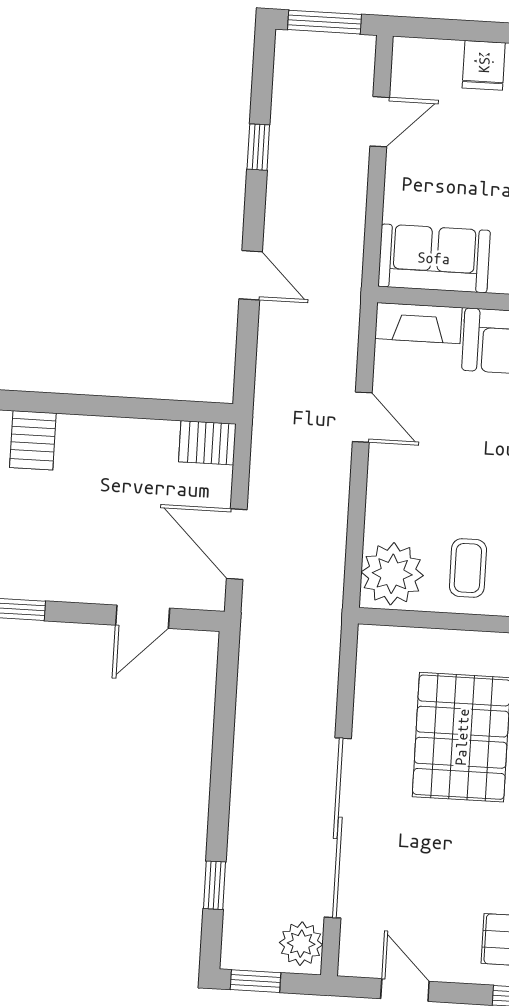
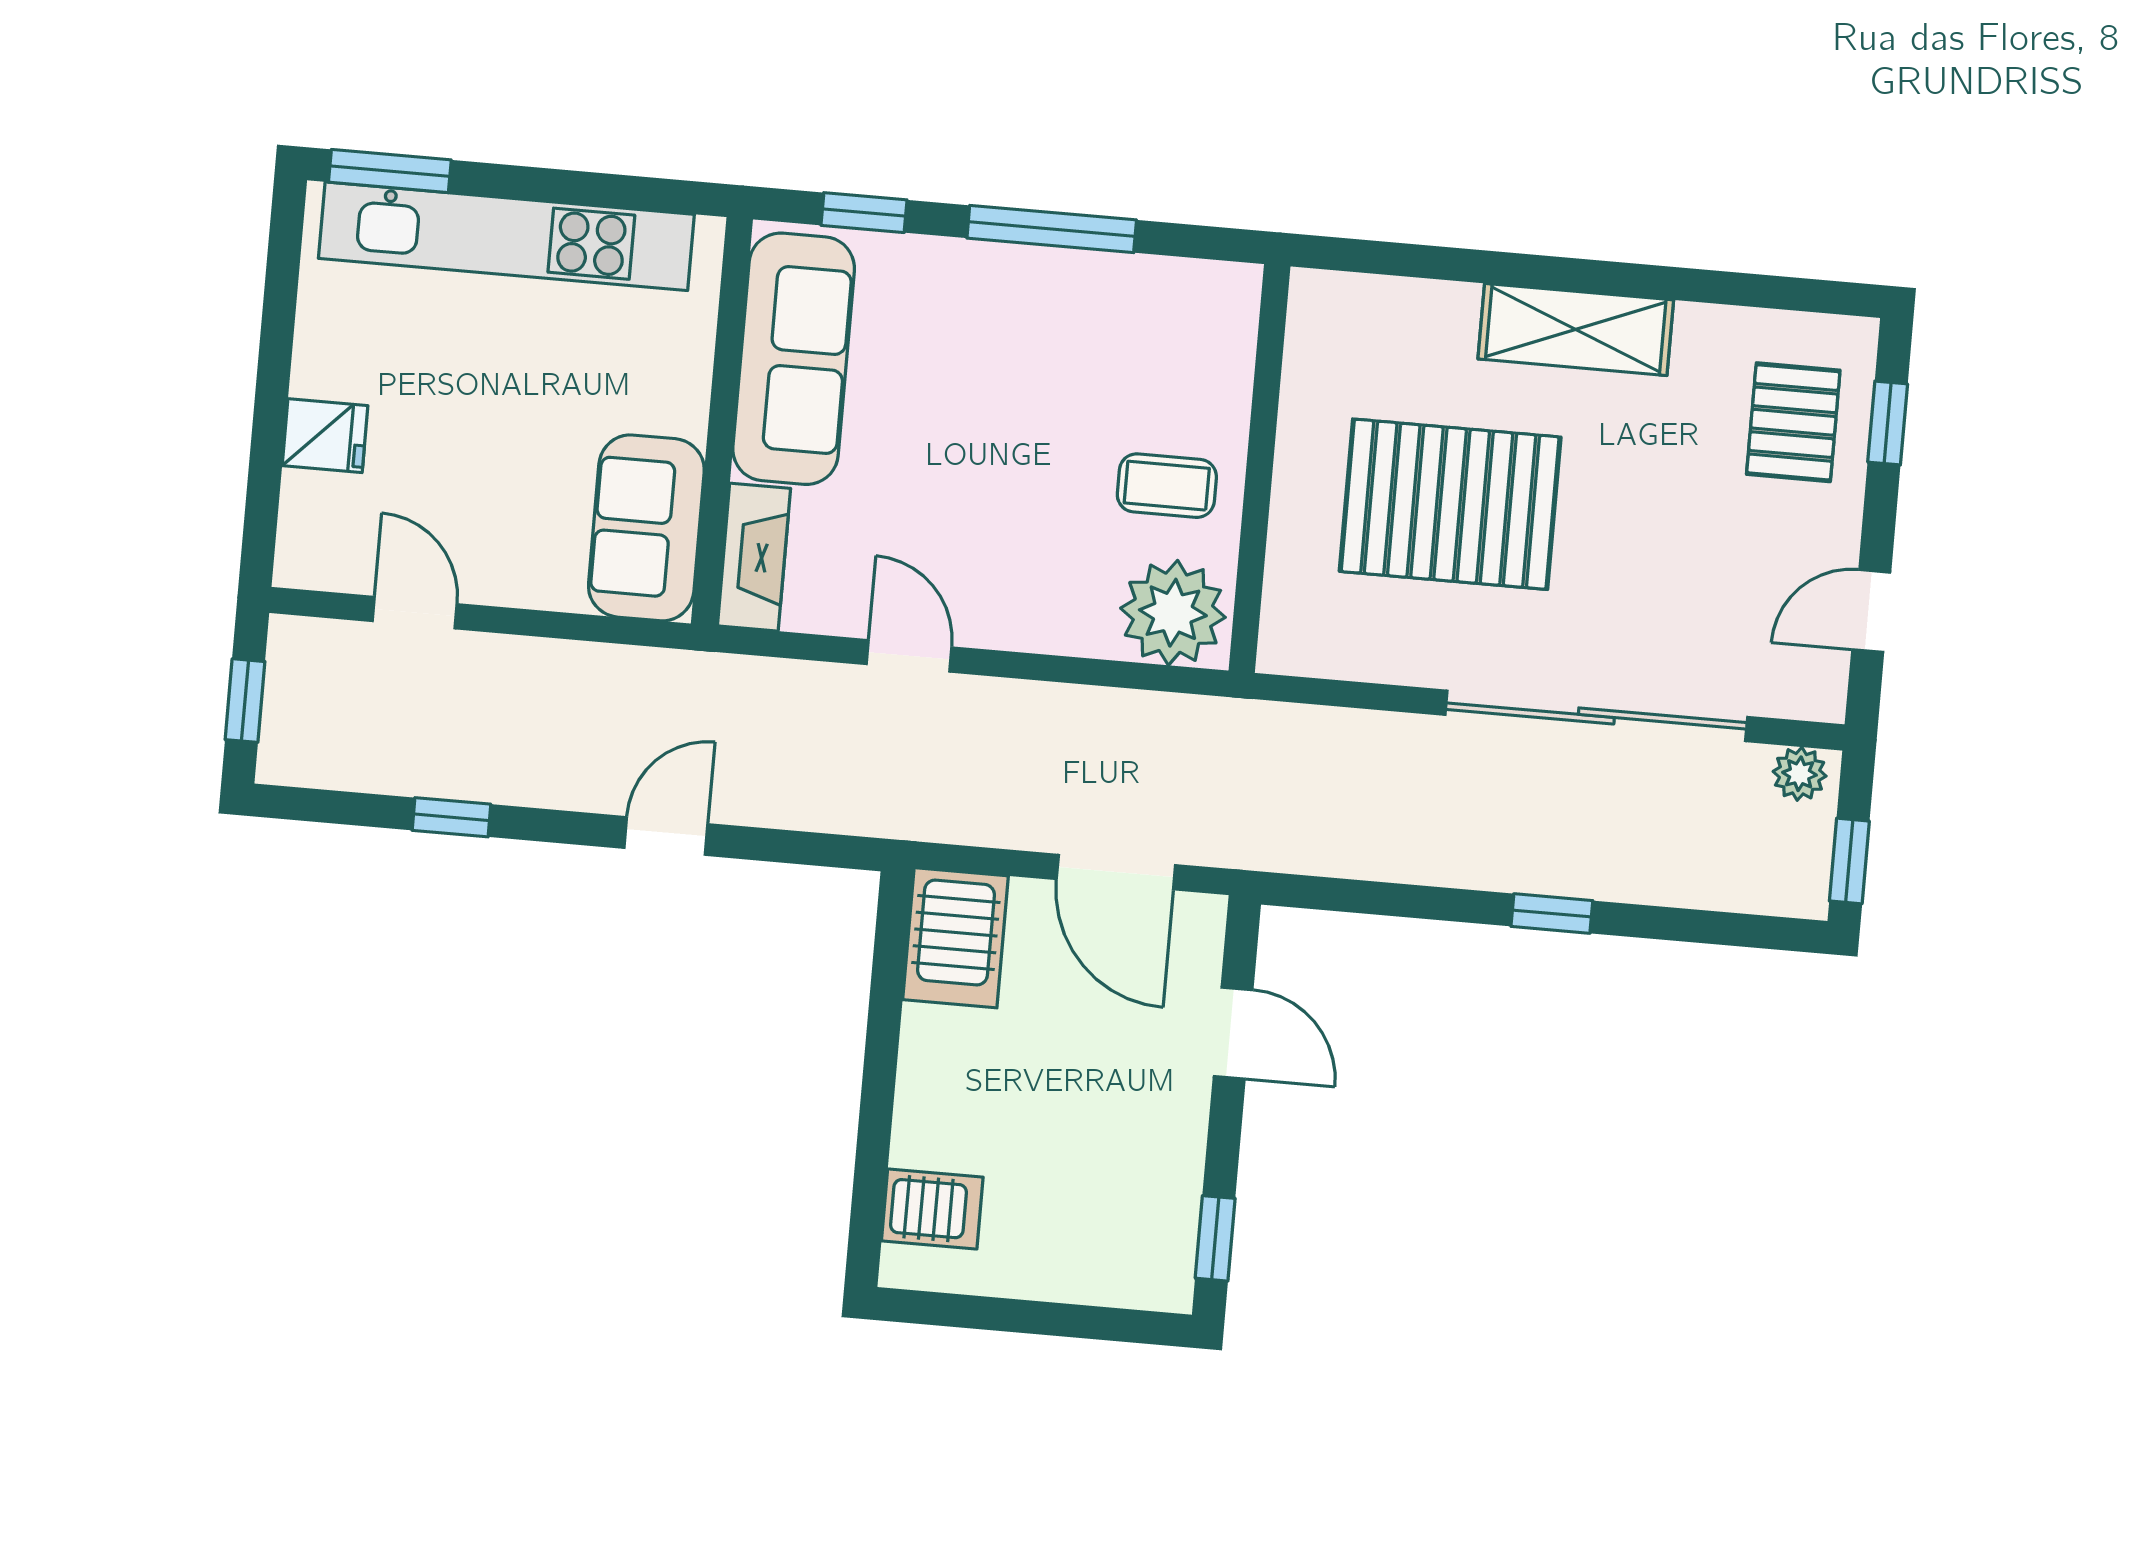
window: (324, 22) -> (245, 701), width x0.67
door: (362, 417) -> (909, 656), hinge flipped
server rack: (207, 443) -> (955, 938), width x1.36, depth x1.44
door: (237, 544) -> (1116, 872), hinge flipped
window: (214, 885) -> (1552, 913), moved
plant: (301, 944) -> (1800, 774), width x0.73, depth x0.73

